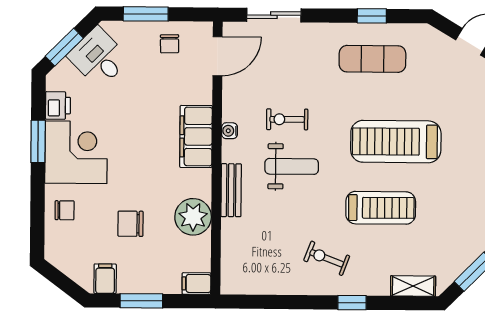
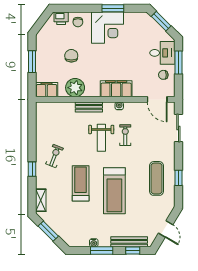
desk: (99, 58) -> (162, 53), moved, turned 45
printer: (58, 105) -> (61, 18), moved
treadmill: (396, 142) -> (114, 191), turned 180
treadmill: (381, 208) -> (81, 183), turned 180
filing cabinet: (105, 279) -> (43, 43), removed
filing cabinet: (196, 283) -> (47, 90), width x2.00

